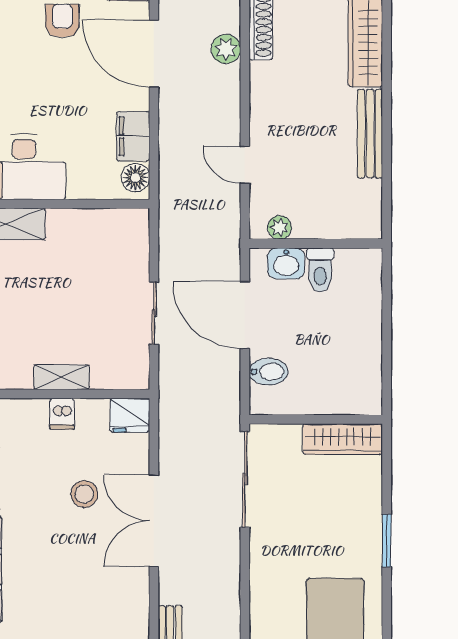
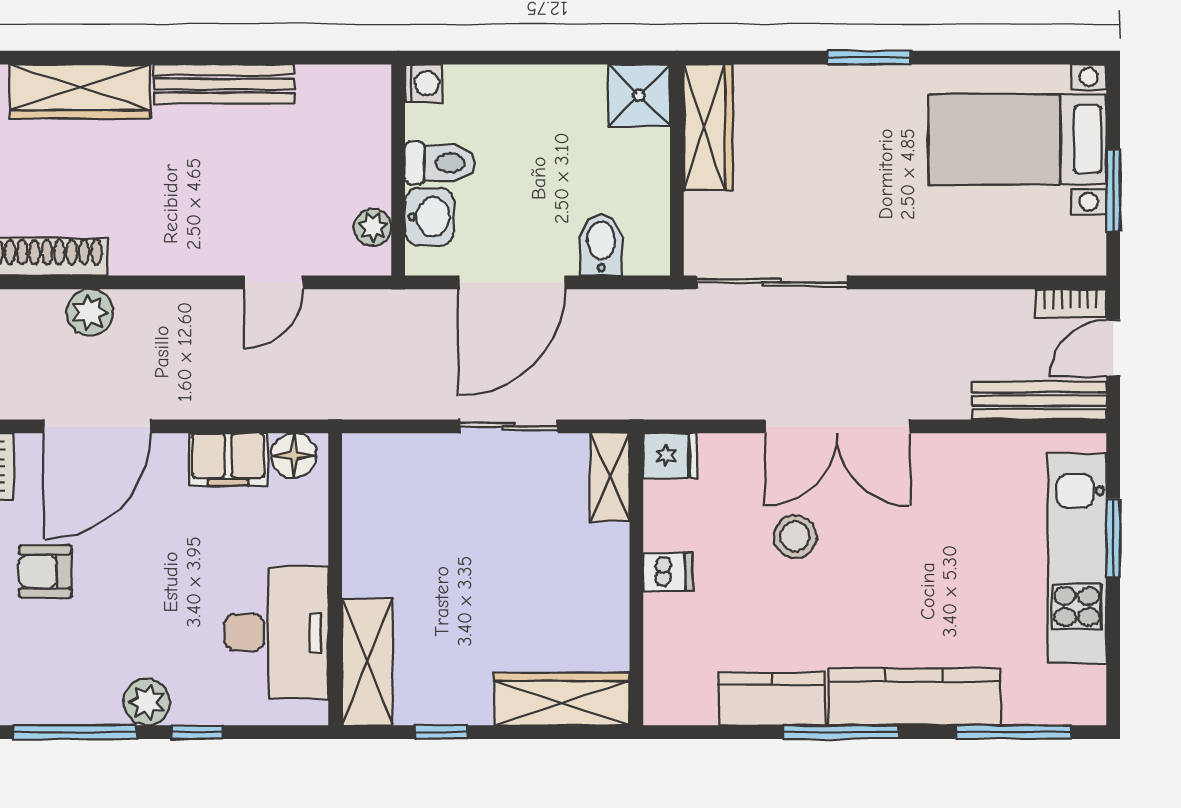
washing machine: (370, 260) -> (424, 83), added
shelving: (61, 377) -> (610, 477), moved
shower: (363, 396) -> (639, 95), added
fridge: (130, 415) -> (670, 456), width x0.72

